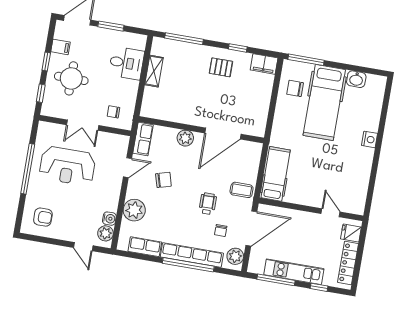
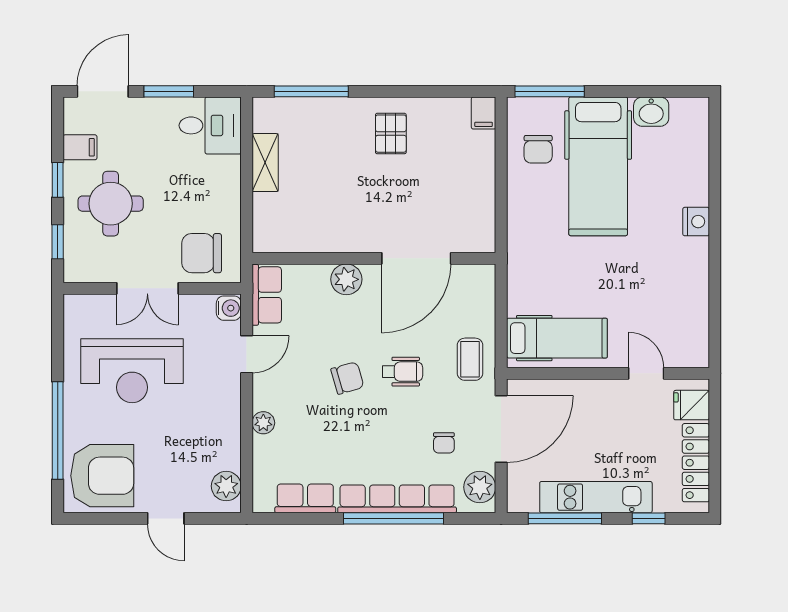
window: (238, 48) -> (416, 91), removed
desk: (126, 63) -> (210, 125), moved
filing cabinet: (264, 64) -> (484, 113), width x0.50
pallet: (221, 67) -> (391, 134), turned 90
chair: (295, 88) -> (538, 149), turned -90
chair: (113, 112) -> (202, 253), width x1.87, depth x1.87
window: (28, 169) -> (58, 430), moved
hospital bed: (276, 174) -> (557, 338), moved, turned 90
chair: (163, 180) -> (347, 378), moved
coffee table: (242, 190) -> (470, 359), turned 90
wheelchair: (208, 204) -> (402, 372), moved, turned 90
plant: (134, 210) -> (263, 423), width x0.53, depth x0.53
armchair: (43, 217) -> (102, 476), width x1.88, depth x1.88
water cooler: (109, 219) -> (229, 308), moved
door: (83, 247) -> (166, 518), moved

